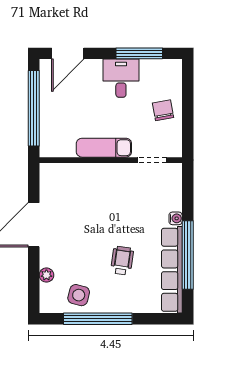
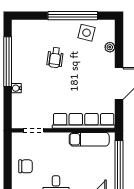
chair: (163, 110) -> (26, 166), turned -80
exam couch: (104, 148) -> (89, 139), moved
row of seats: (172, 270) -> (84, 121), moved, turned -90

